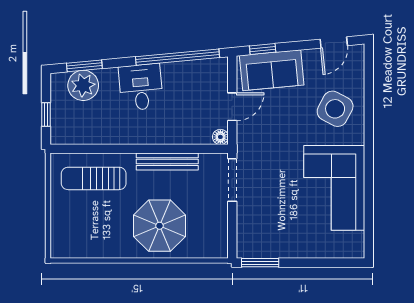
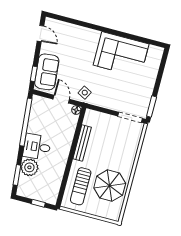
plant: (83, 85) -> (29, 167), moved
side table: (335, 109) -> (85, 93), moved, width x0.54, depth x0.54
doorway: (232, 180) -> (130, 117), moved
parasol: (159, 226) -> (110, 186), moved

